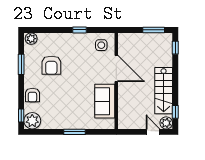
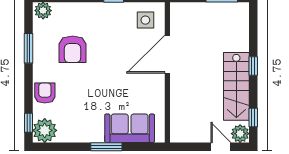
window: (175, 48) -> (253, 66), moved
door: (116, 68) -> (167, 54), swing flipped
armchair: (32, 95) -> (45, 93), turned 180
sofa: (105, 101) -> (130, 128), moved, turned 90

